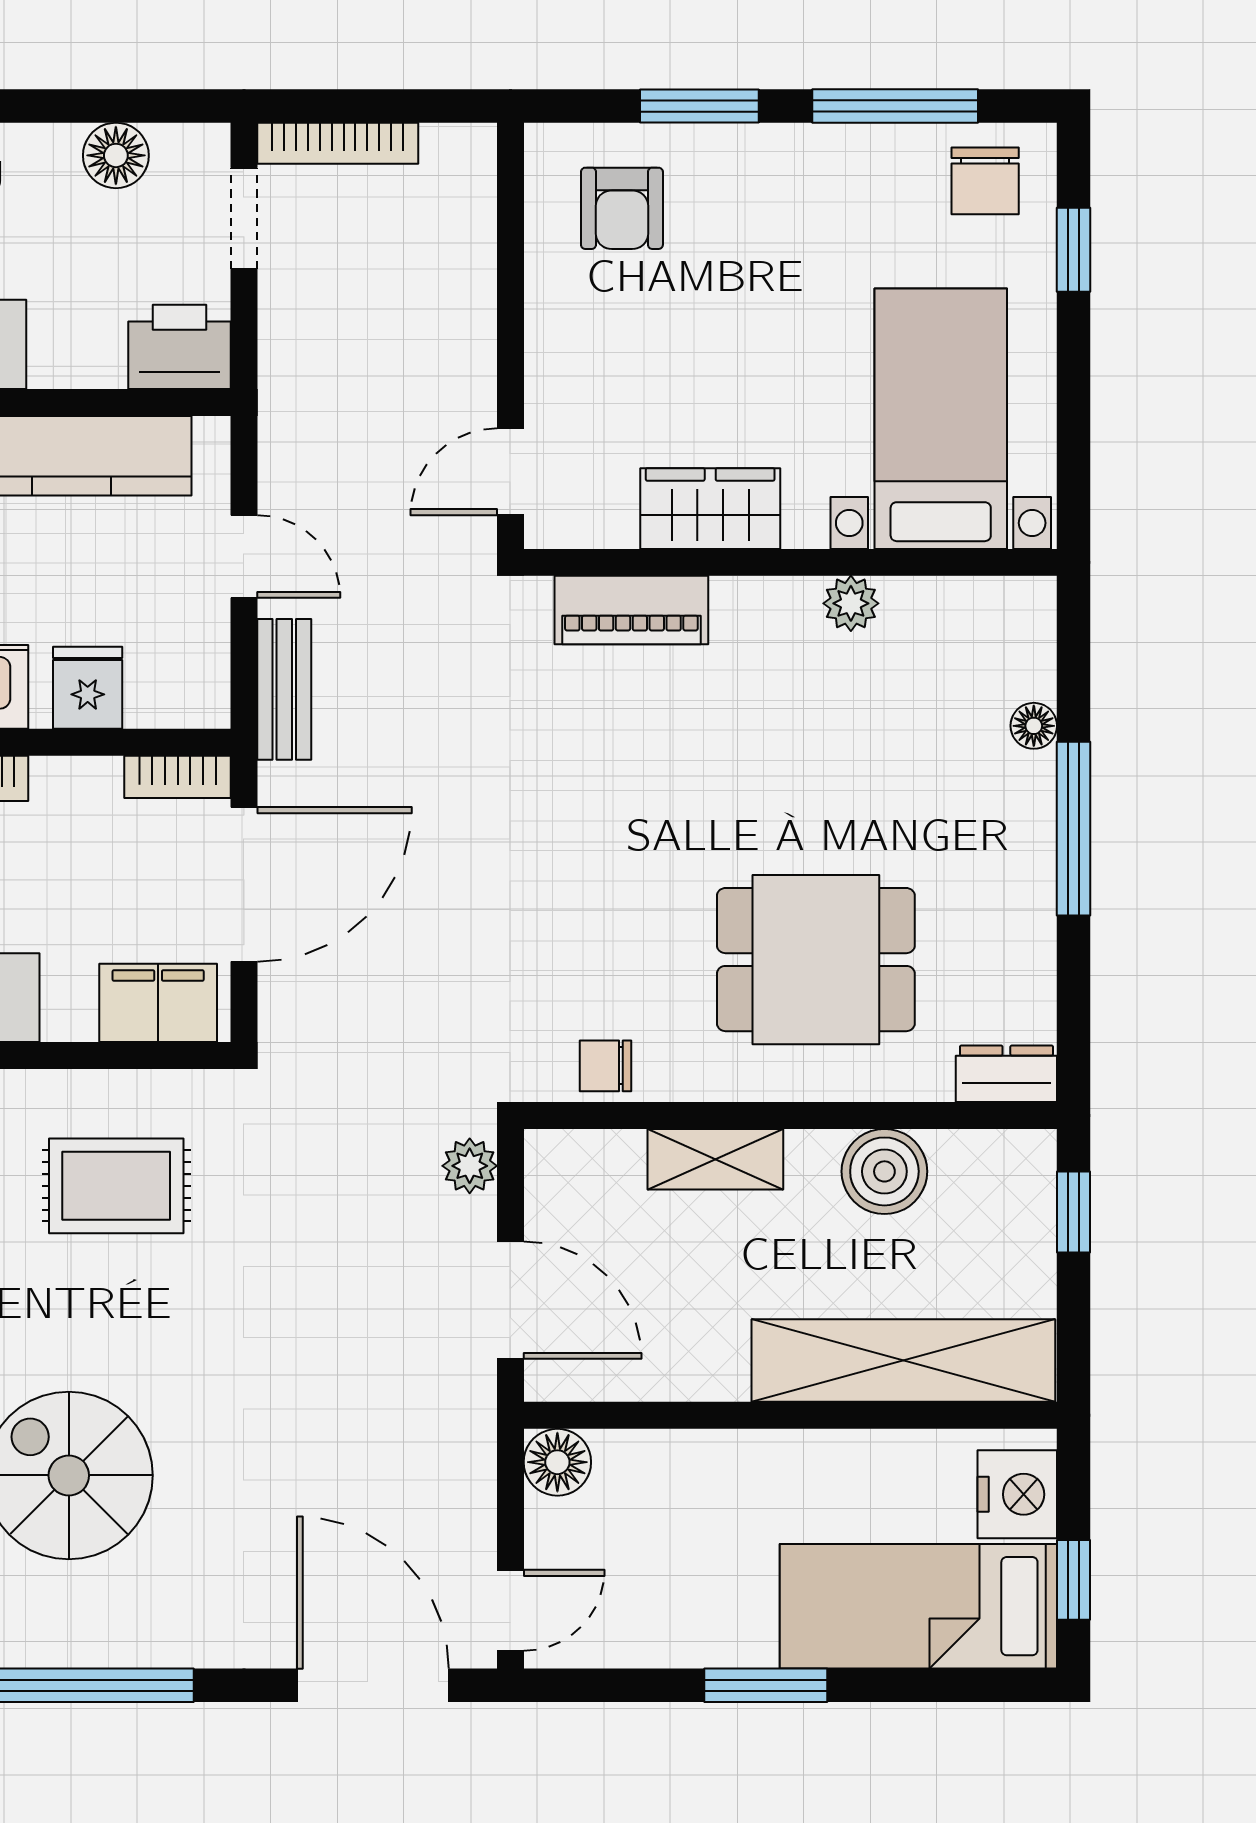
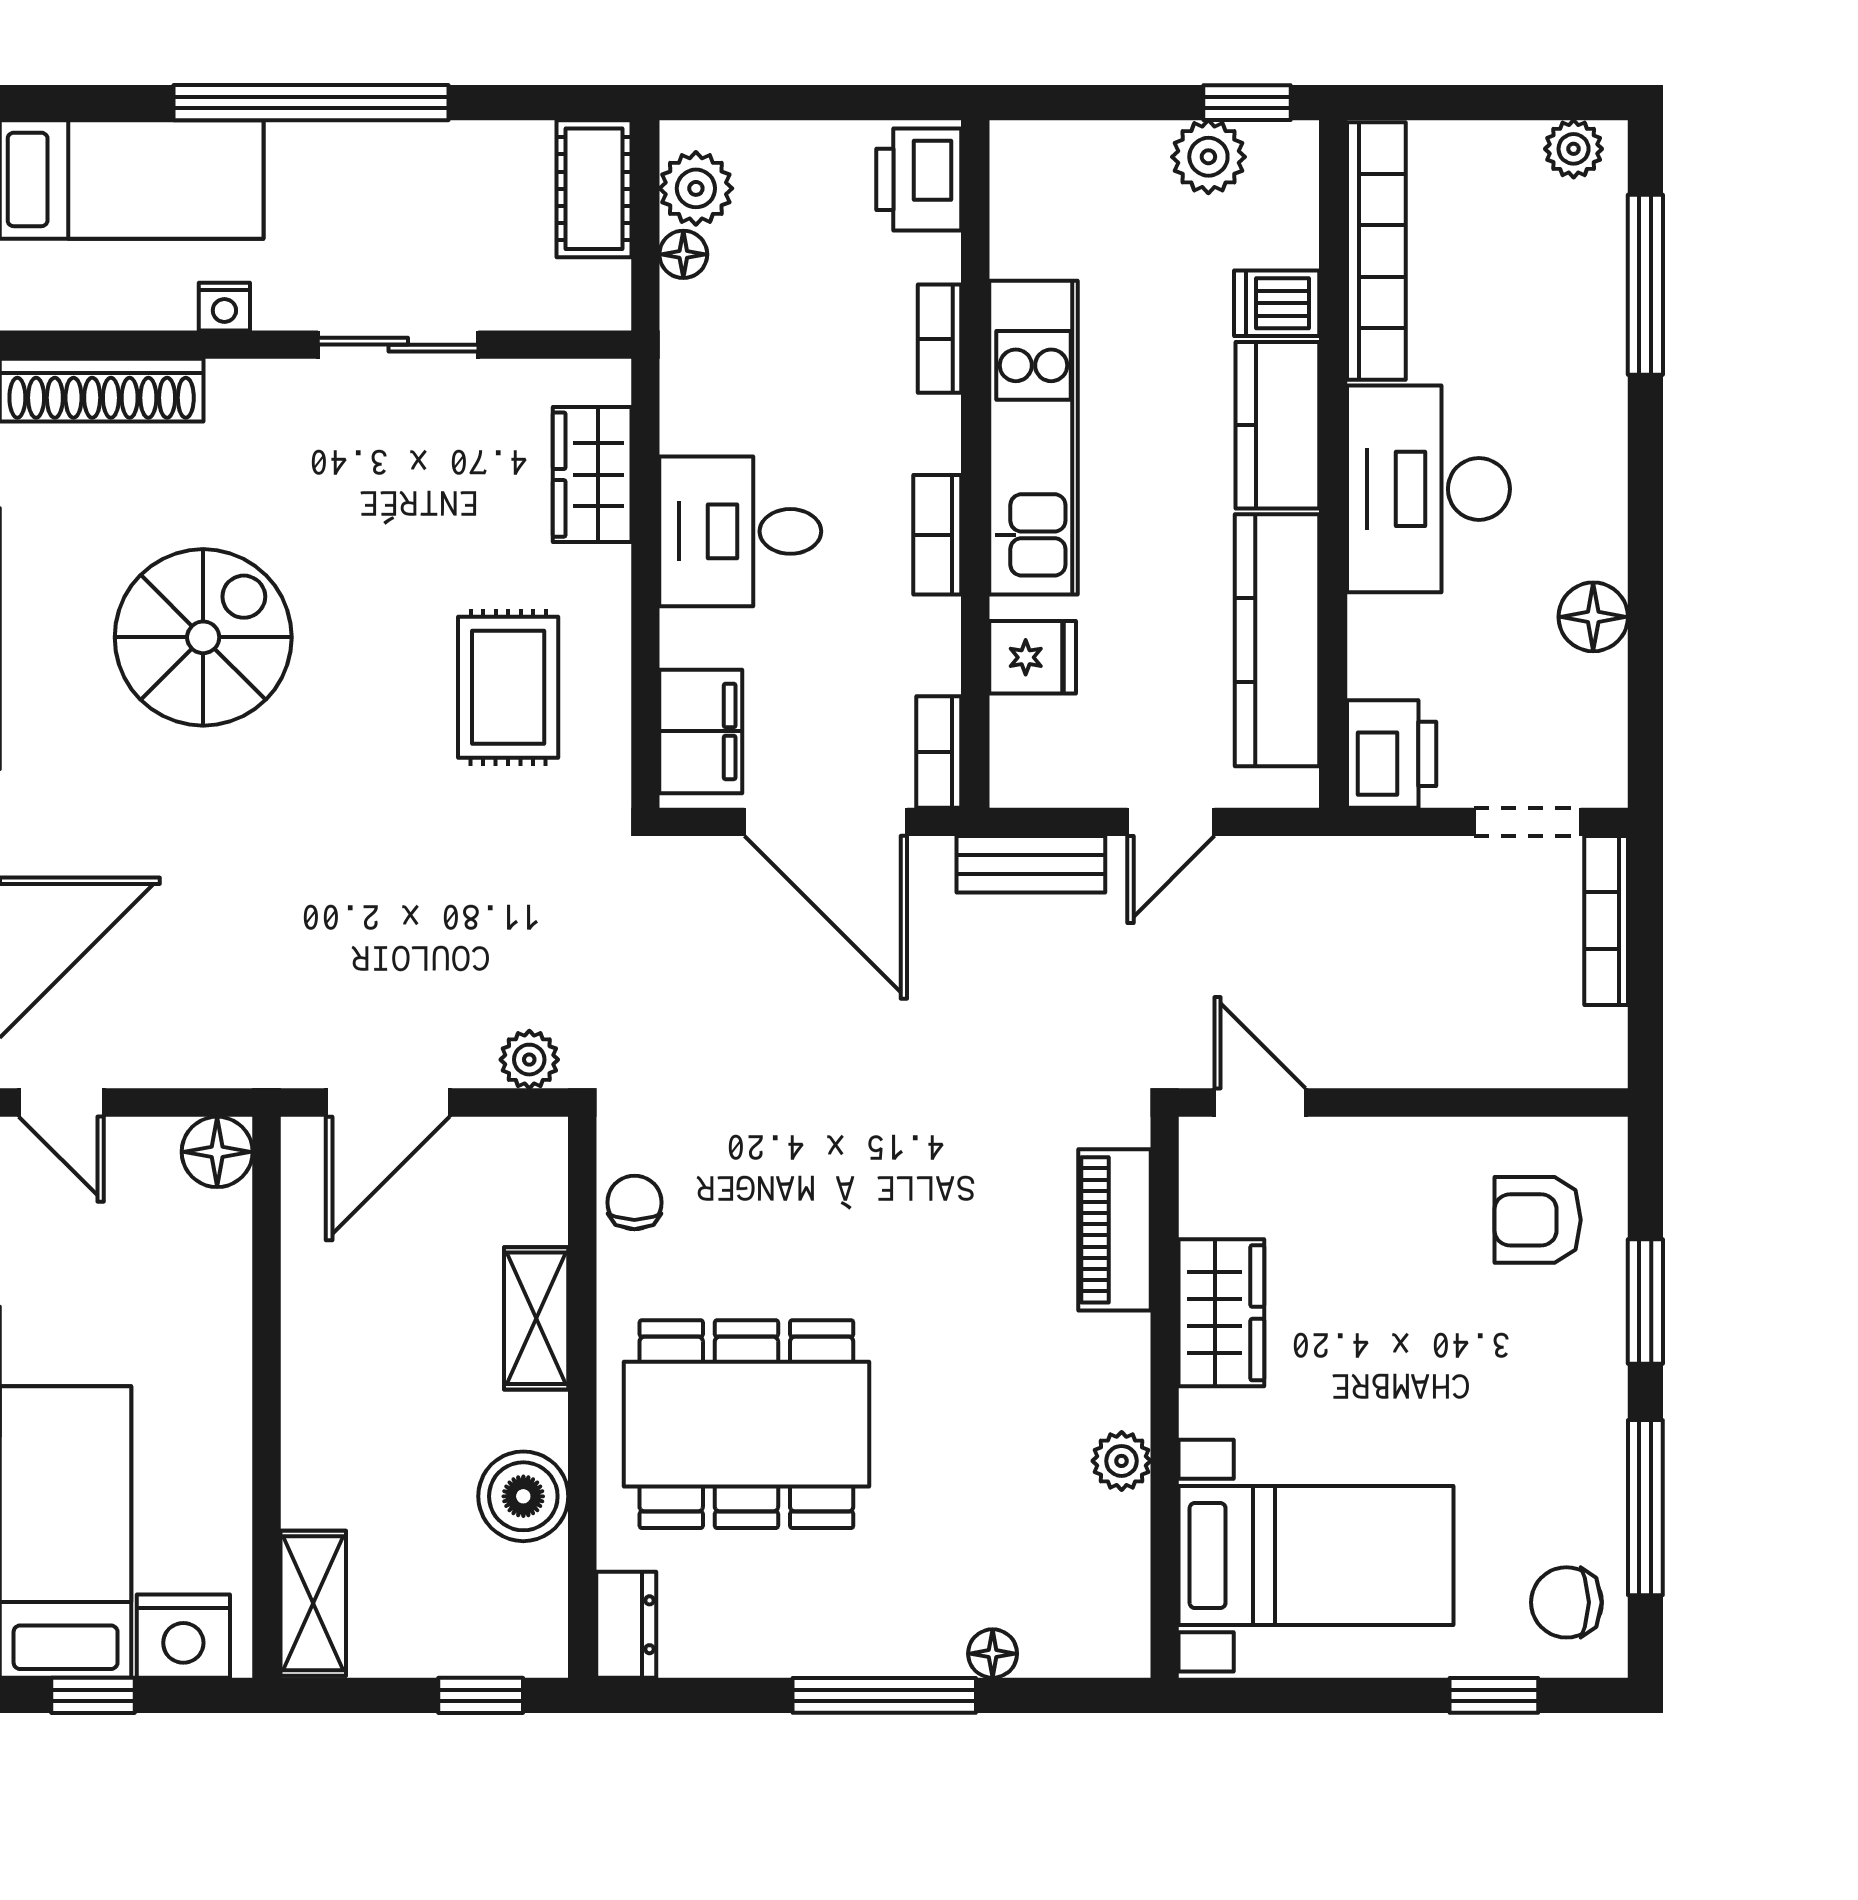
floor lamp: (116, 155) -> (1593, 617), moved
dining table: (816, 960) -> (746, 1424), width x1.38
shelving: (903, 1361) -> (313, 1603), width x0.45, depth x0.75

